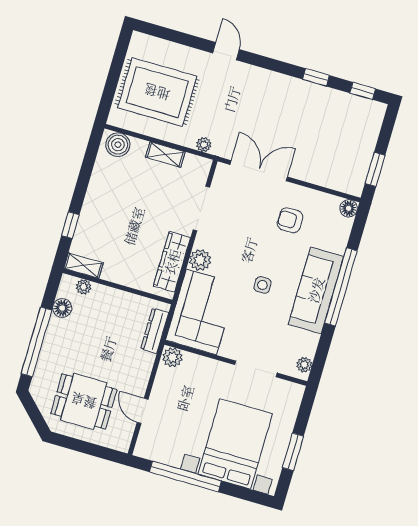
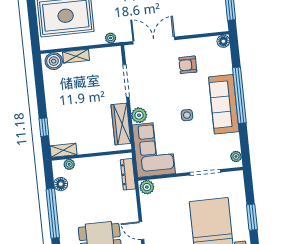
shelving: (165, 155) -> (76, 56), moved

